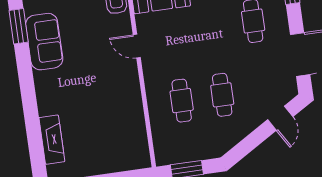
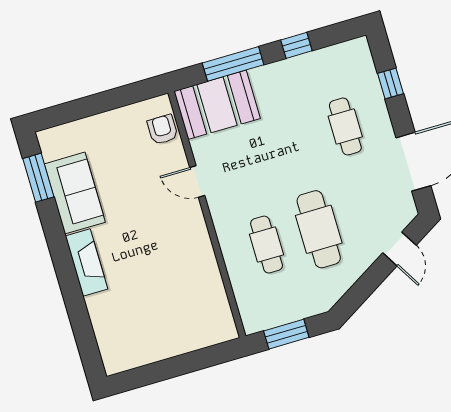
cafe table: (222, 95) -> (319, 229), width x1.37, depth x1.35
fireplace: (52, 140) -> (87, 263), moved

